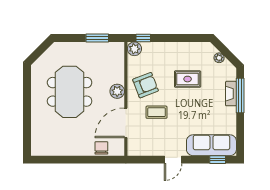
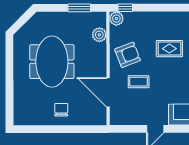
plant: (117, 91) -> (99, 35), moved
door: (126, 123) -> (108, 92), hinge flipped
chair: (101, 148) -> (61, 110), moved

